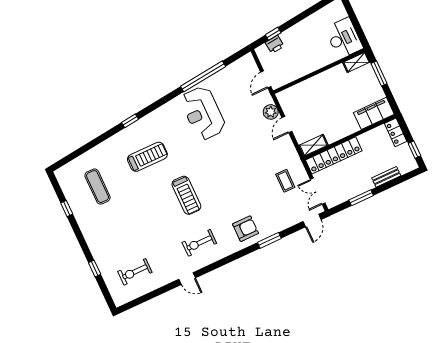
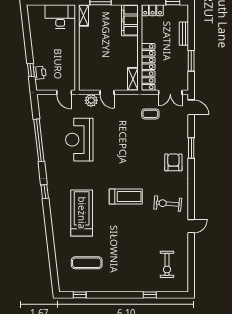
reception desk: (203, 113) -> (79, 140), moved, turned 90
window: (130, 121) -> (45, 192), moved
treadmill: (147, 157) -> (82, 213), width x1.37, depth x1.38
window: (67, 209) -> (80, 295), moved
exercise bike: (199, 243) -> (168, 204), turned 95

